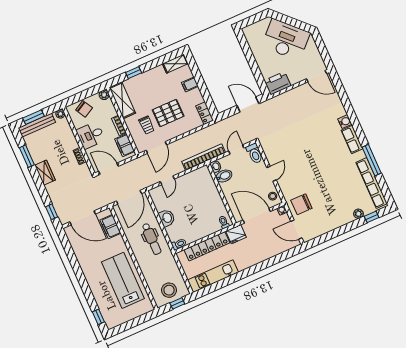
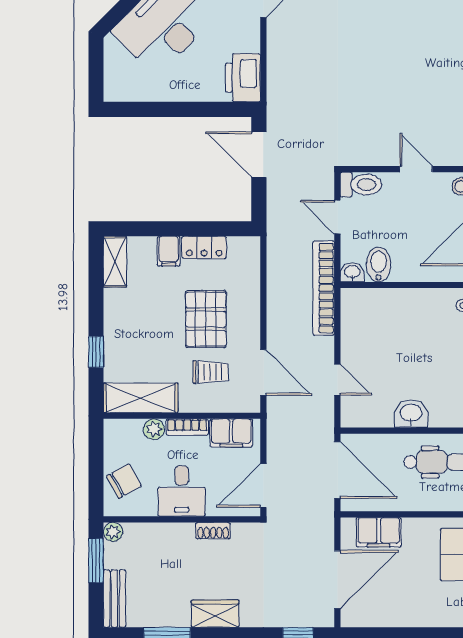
plant: (104, 95) -> (154, 429), moved
door: (248, 104) -> (259, 155), hinge flipped
locker: (205, 113) -> (204, 247), moved
window: (33, 117) -> (96, 561), moved
bench: (37, 125) -> (114, 599), width x0.73

